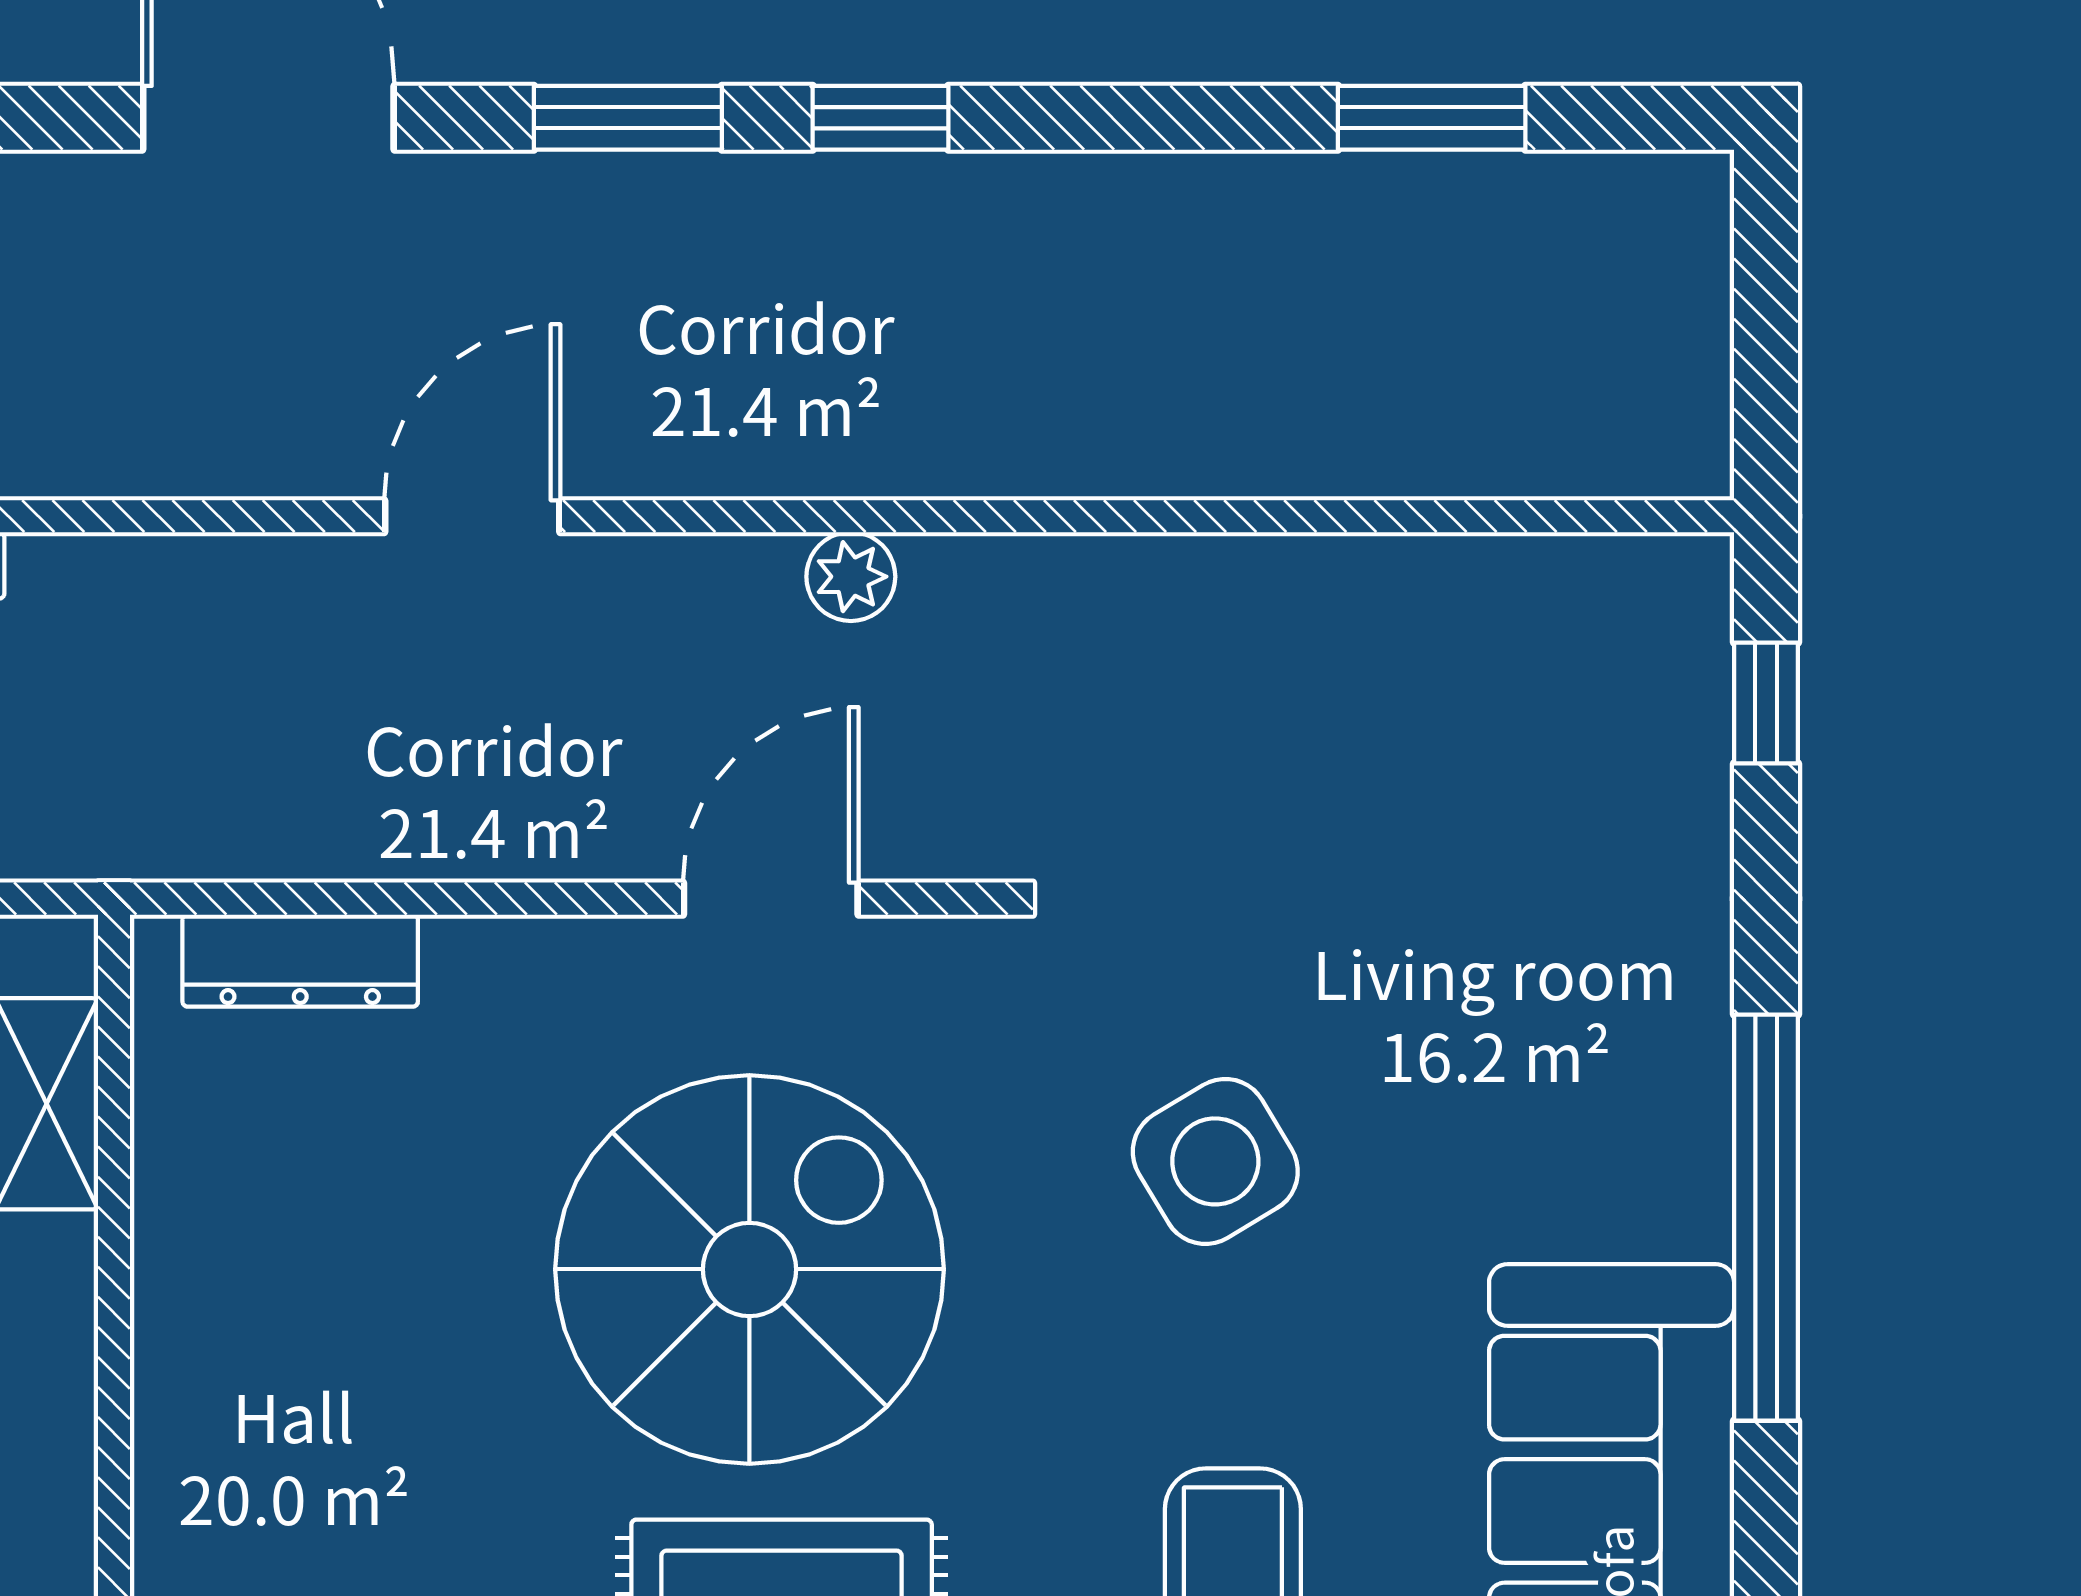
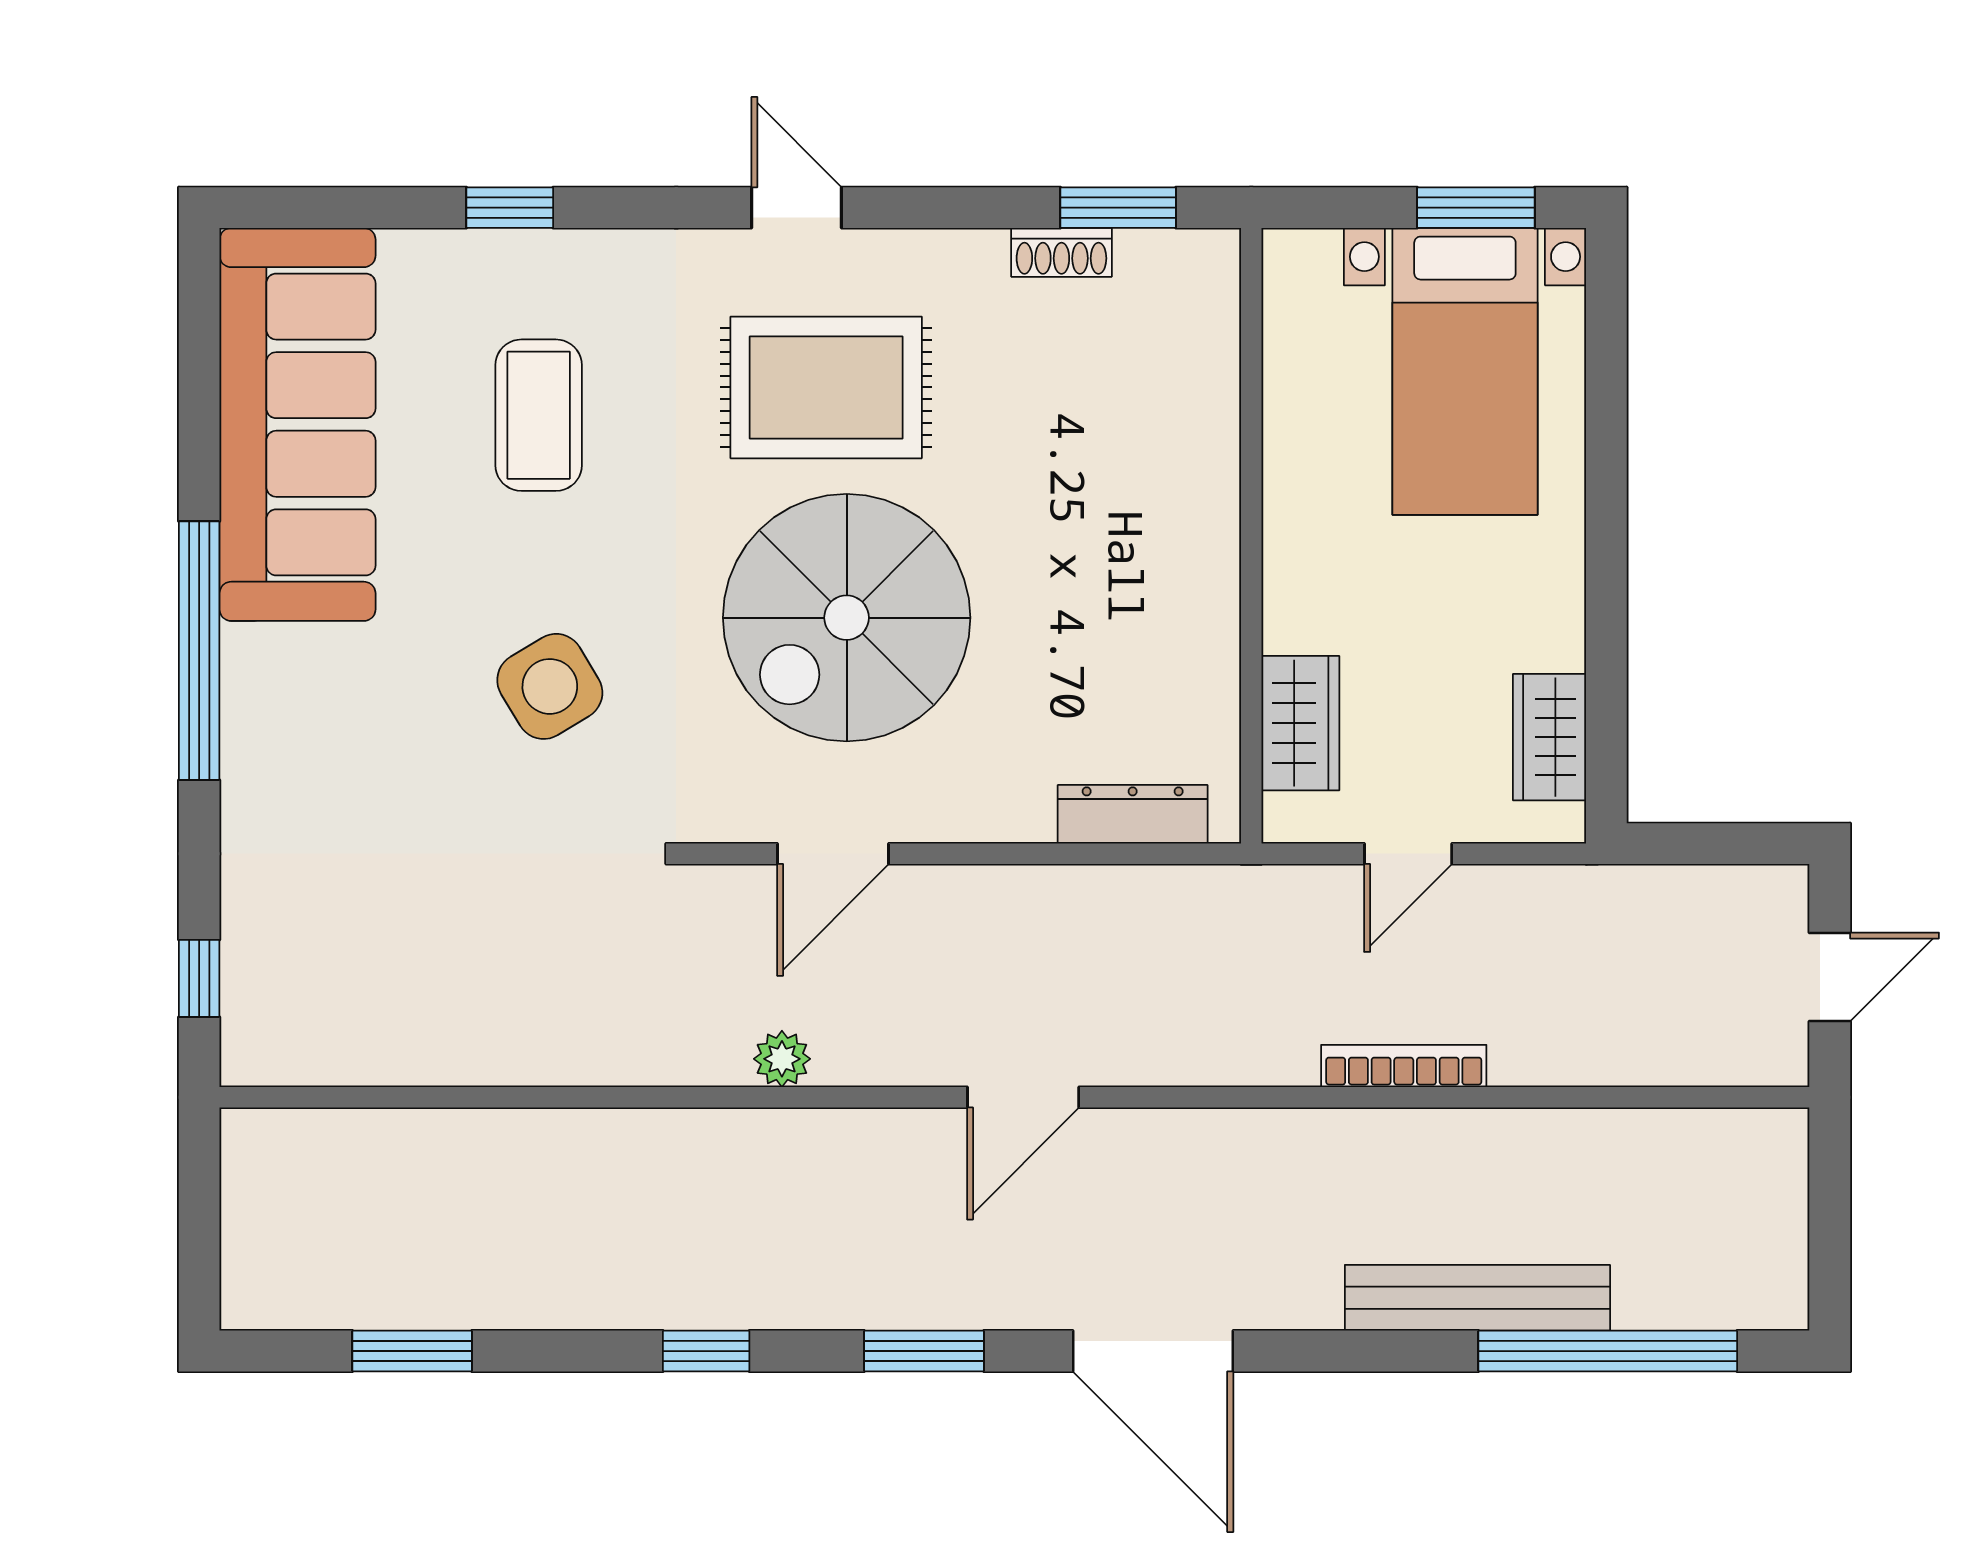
window: (880, 118) -> (706, 1351), moved

